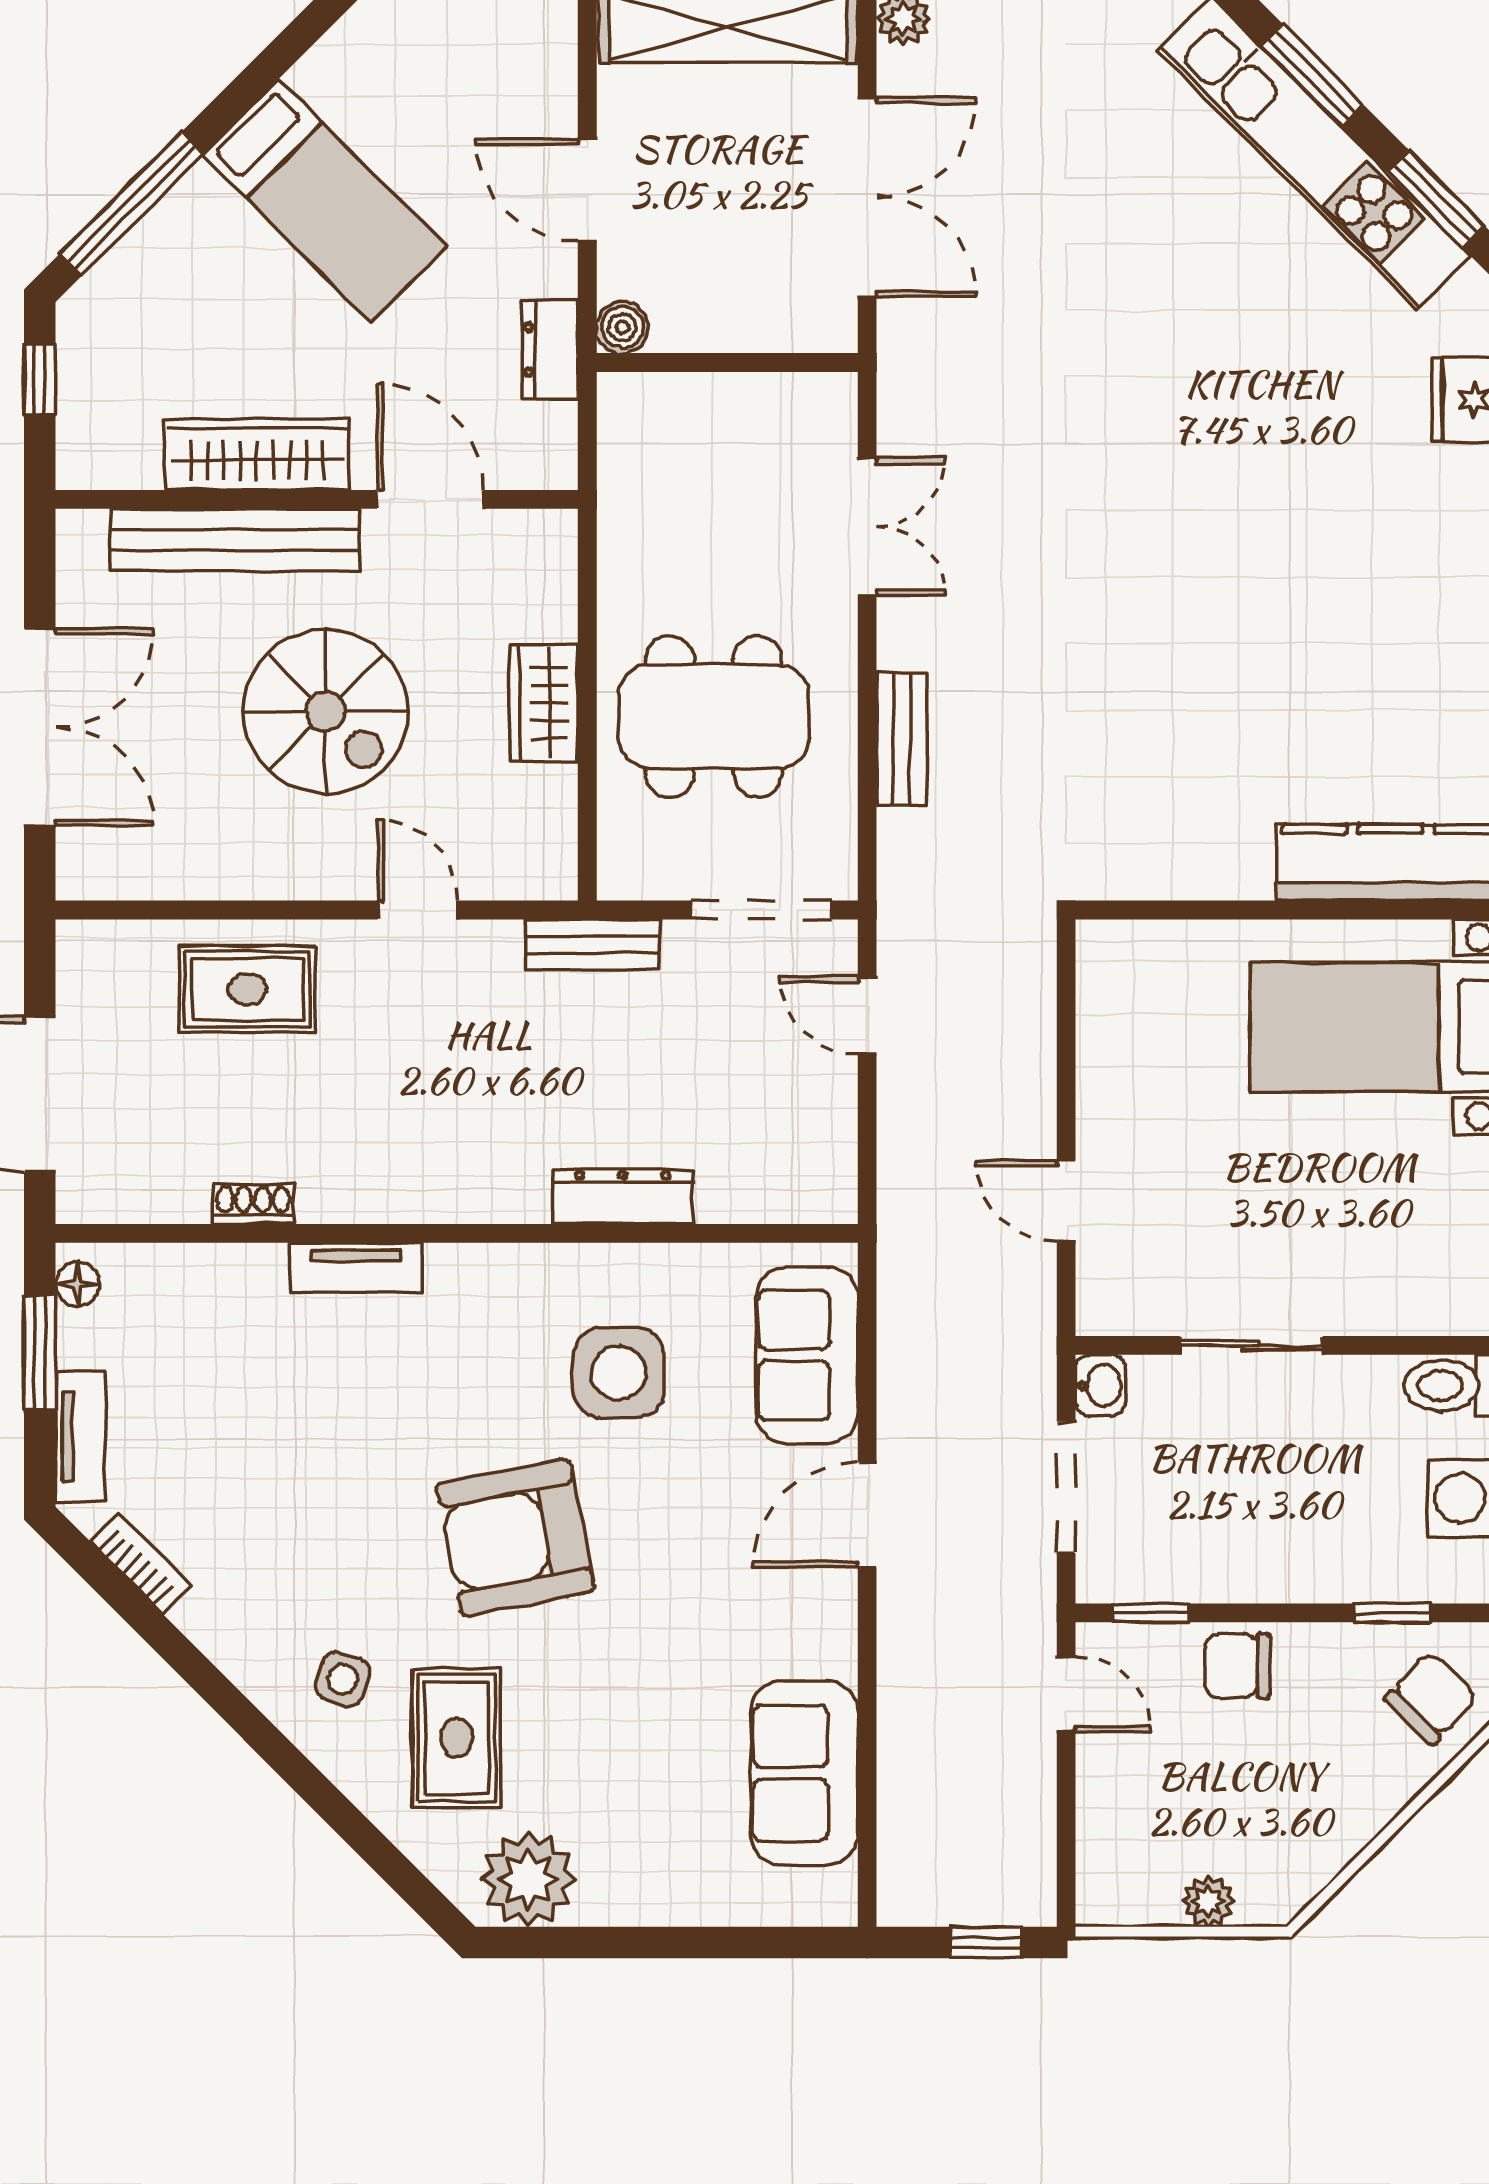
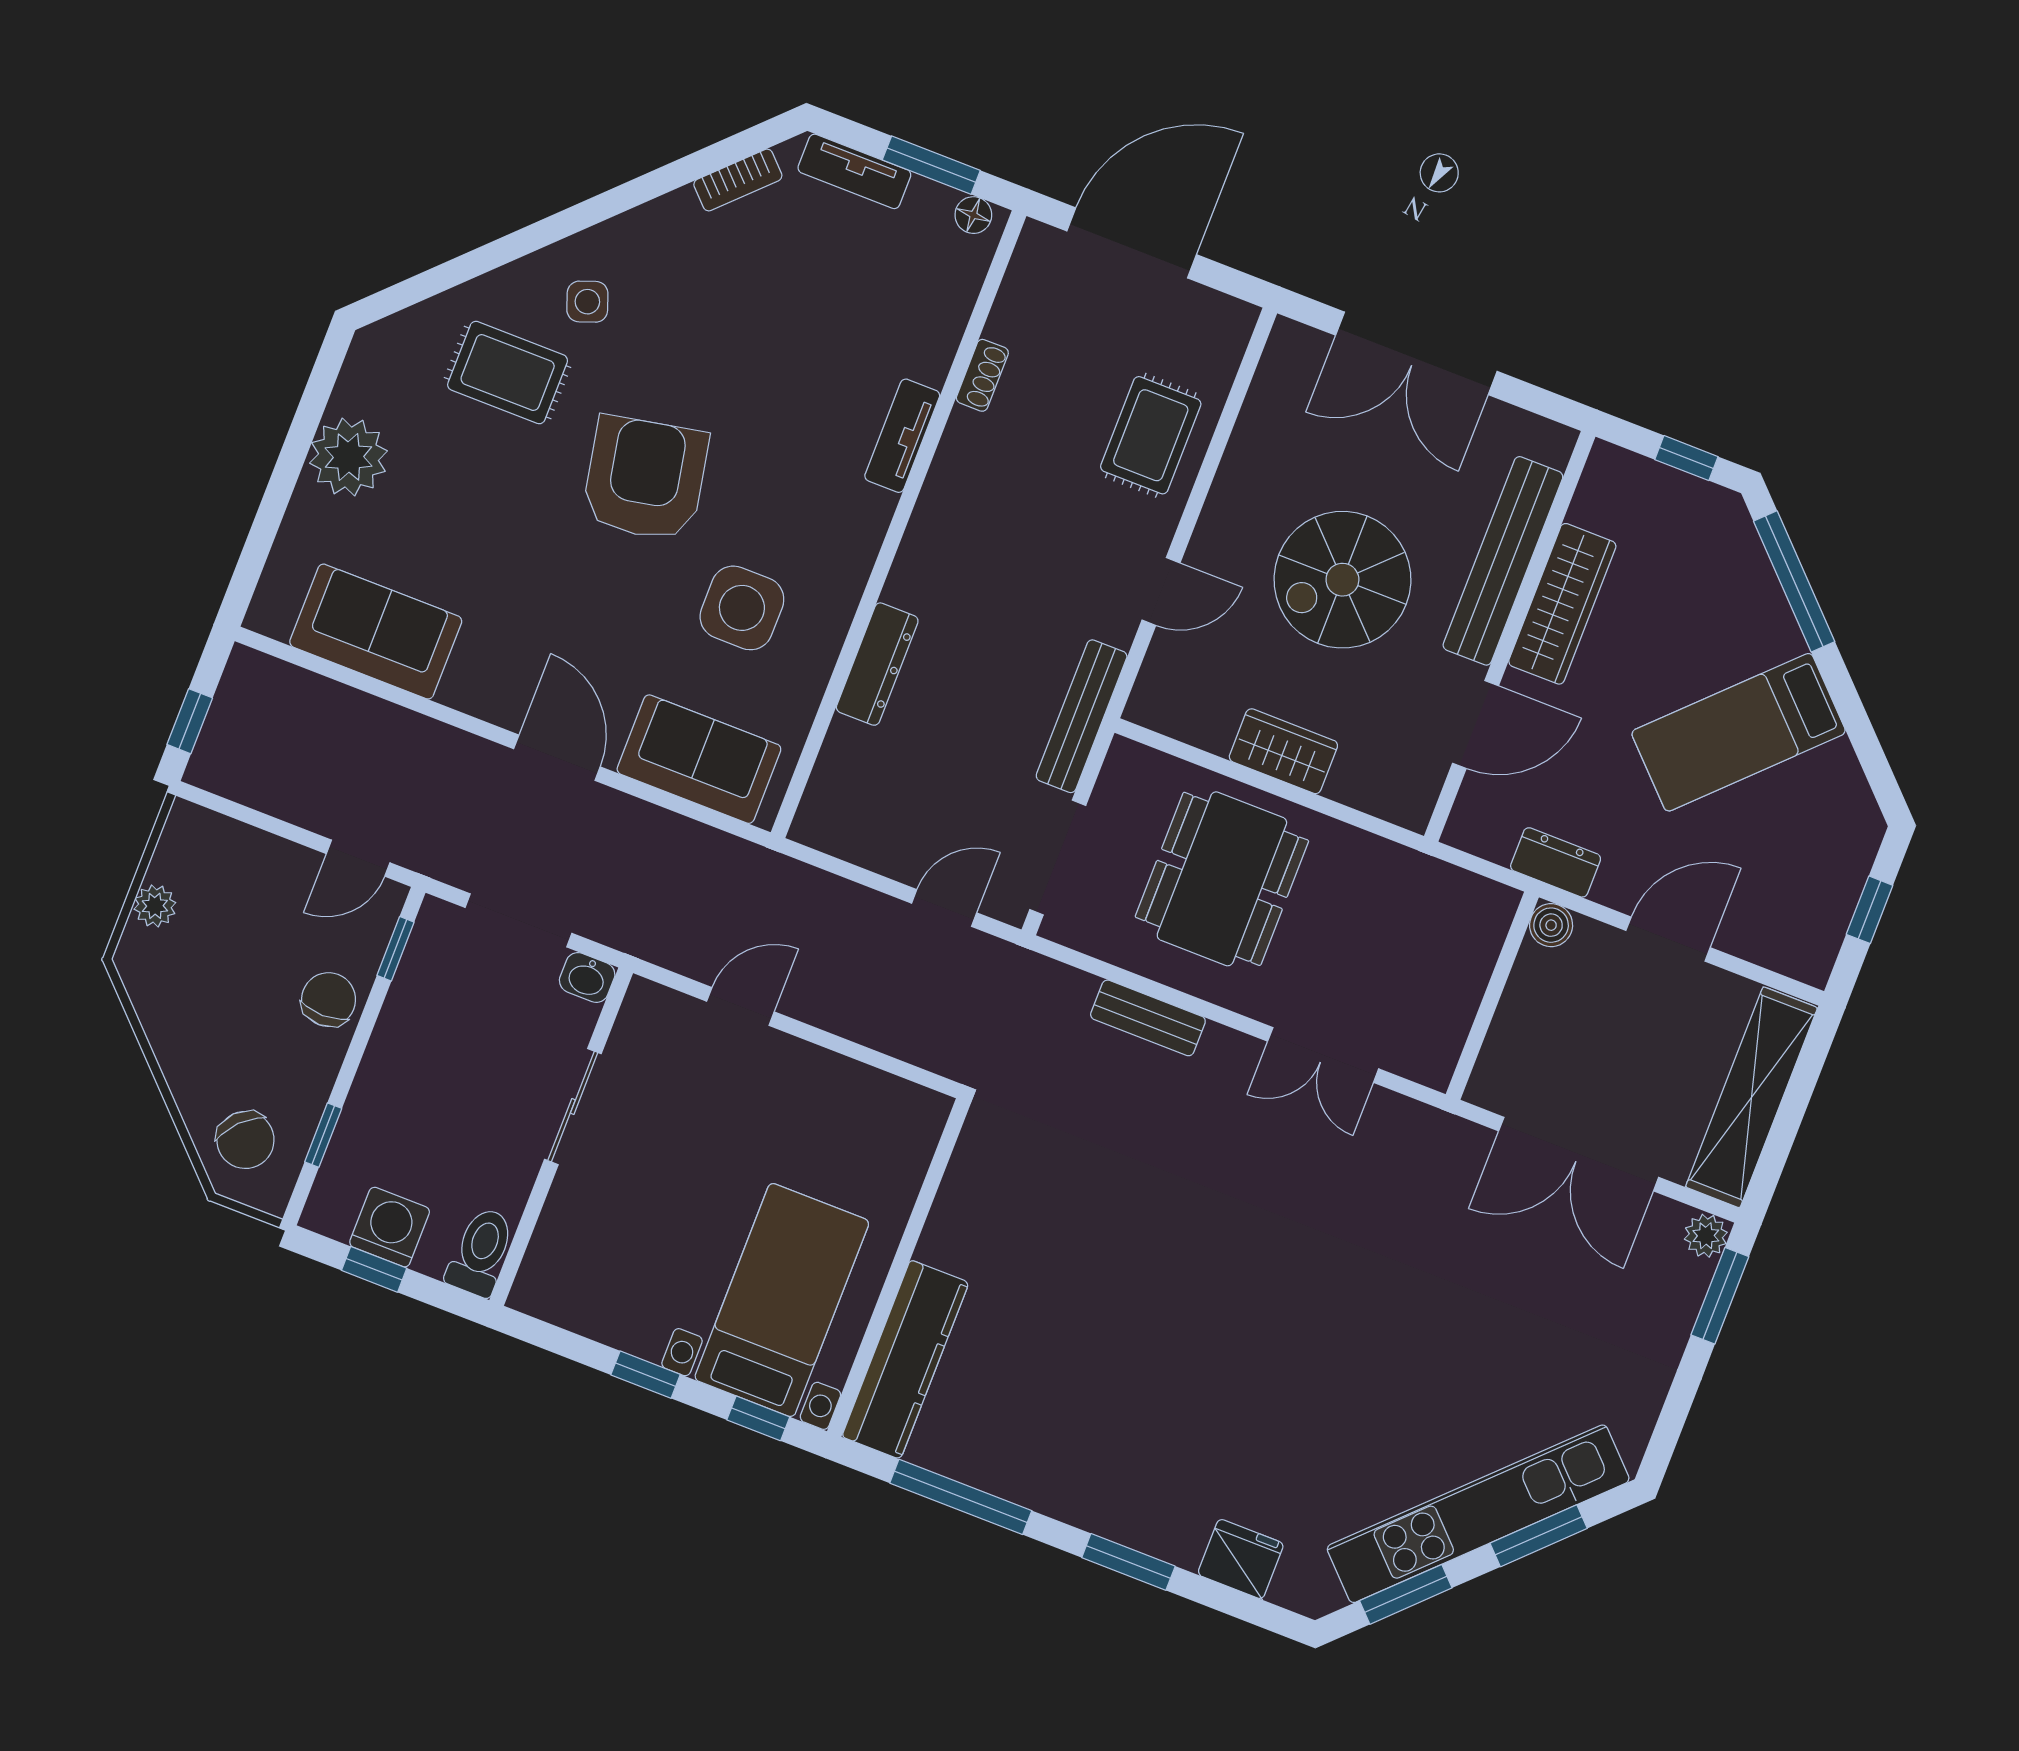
bench: (592, 945) -> (1082, 716), width x1.36
side table: (342, 1679) -> (587, 302), turned -37
plant: (528, 1879) -> (348, 457), moved

